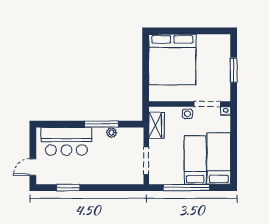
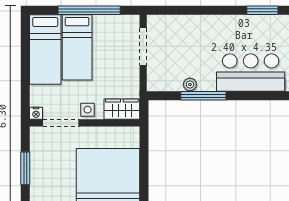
wardrobe: (156, 125) -> (122, 109), moved, turned 90
window: (68, 188) -> (262, 10), moved

